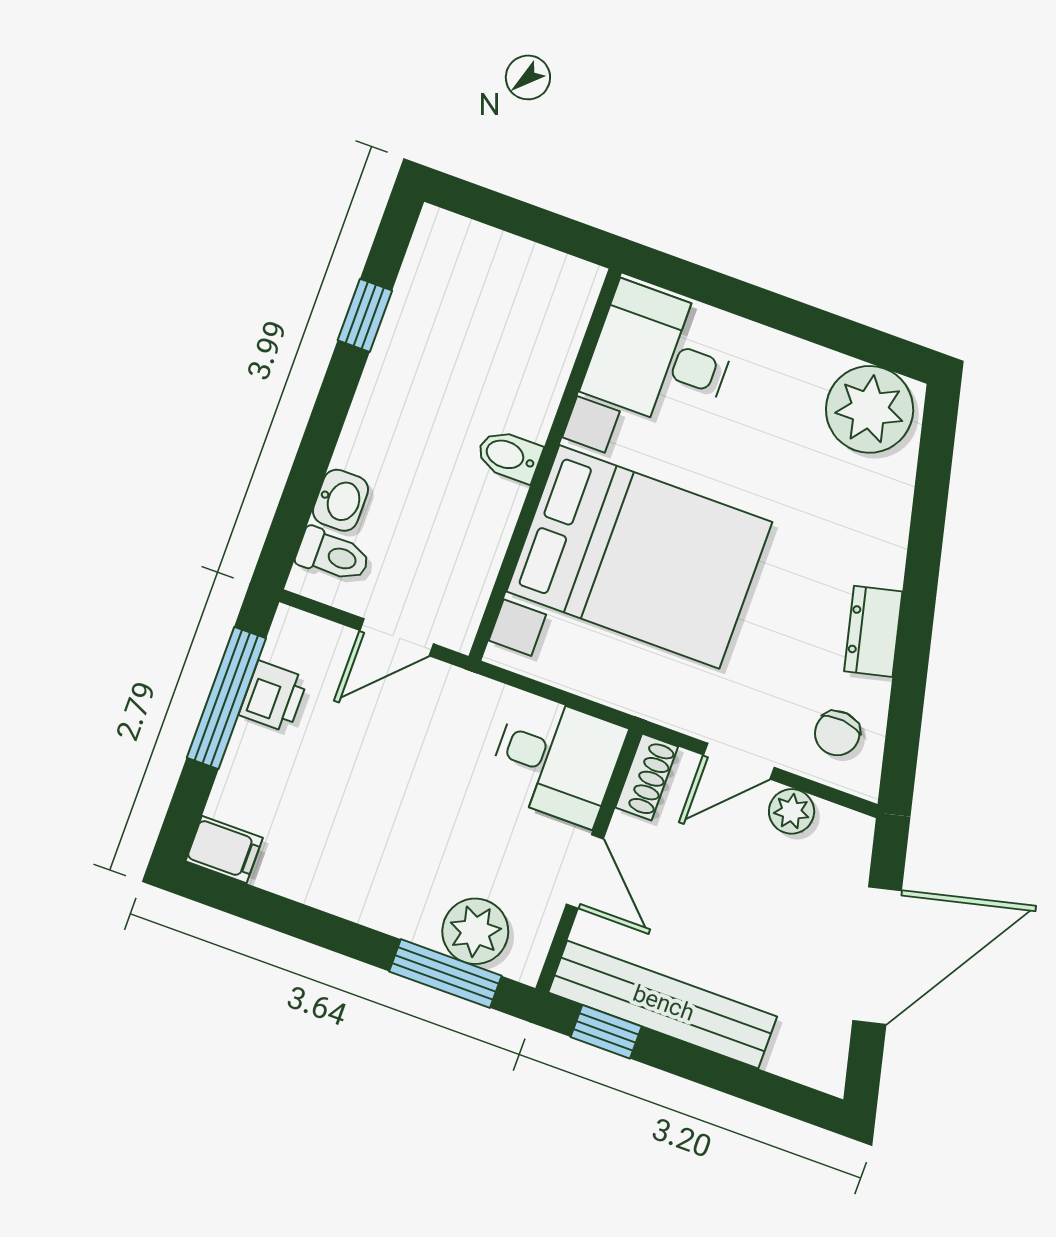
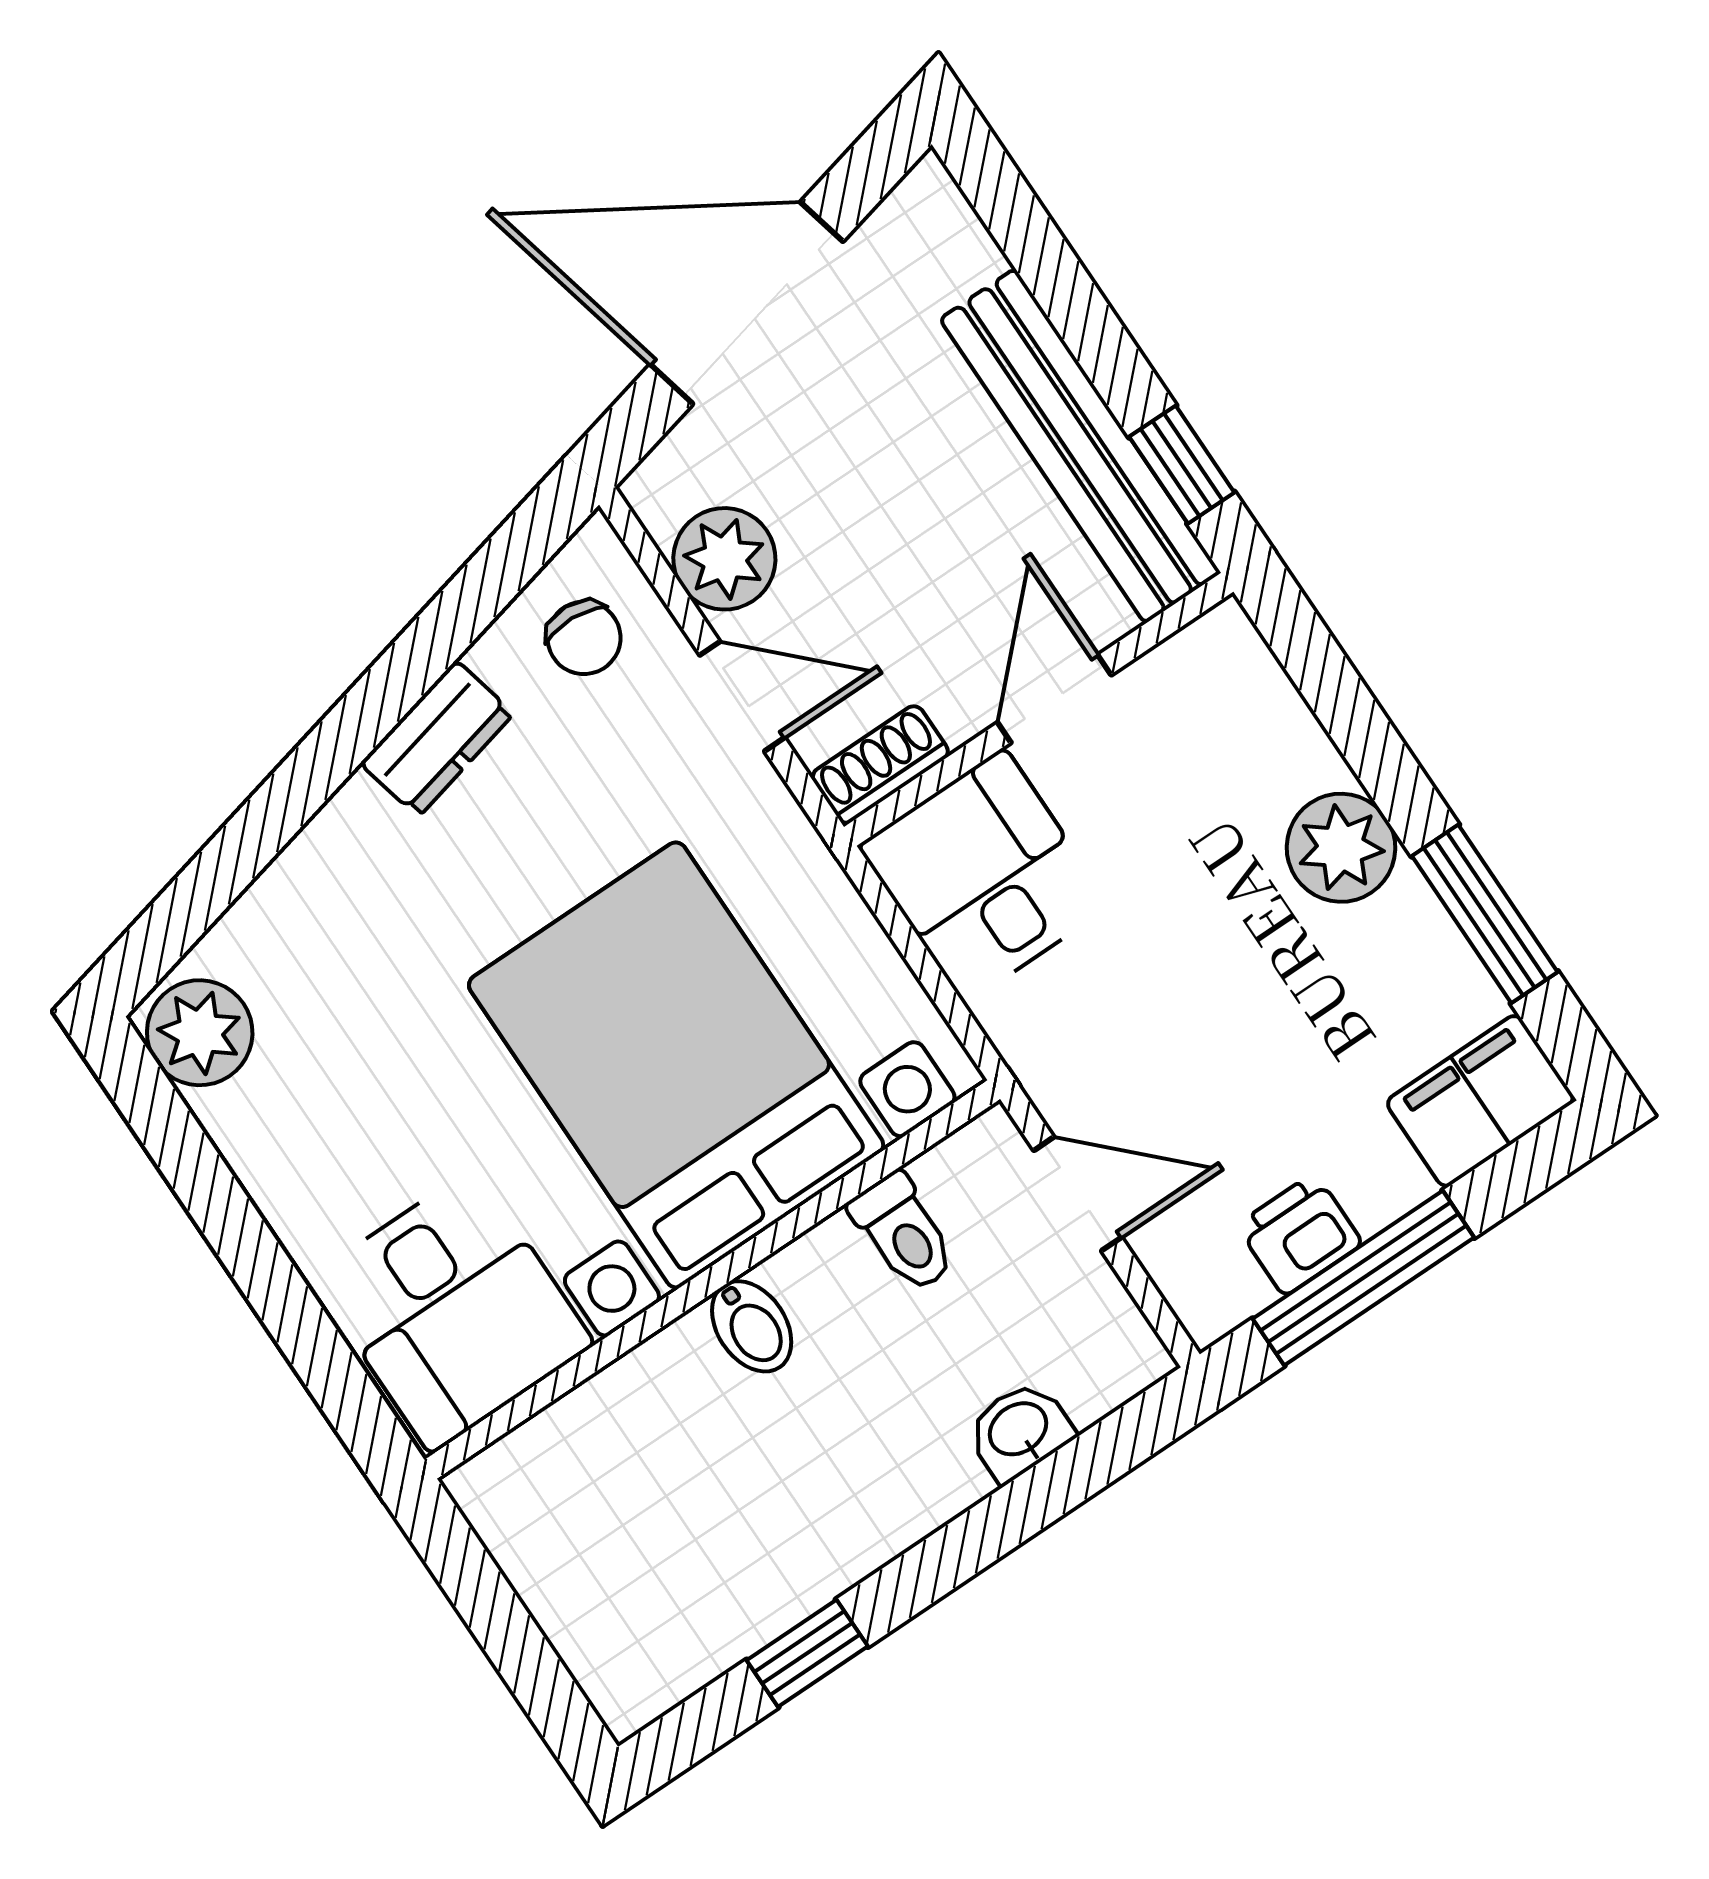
plant: (870, 409) -> (200, 1033), width x0.73, depth x0.73
toilet: (333, 555) -> (904, 1233), moved, turned 180
chair: (837, 733) -> (584, 638), turned 87
plant: (792, 811) -> (724, 559), width x1.38, depth x1.38
filing cabinet: (224, 850) -> (1480, 1101), width x2.00
plant: (475, 931) -> (1341, 848), moved
window: (445, 974) -> (1485, 914), moved

